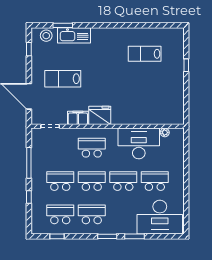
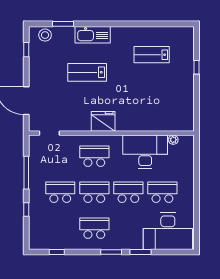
kitchen sink: (74, 35) -> (93, 35), moved
lab bench: (63, 79) -> (87, 72), moved
filing cabinet: (78, 118) -> (79, 124), removed
school desk: (60, 214) -> (60, 228), removed

